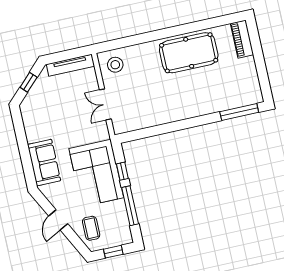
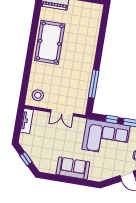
tv unit: (70, 65) -> (27, 121), width x0.71
window: (239, 112) -> (94, 84), moved
sofa: (44, 163) -> (73, 168), moved

